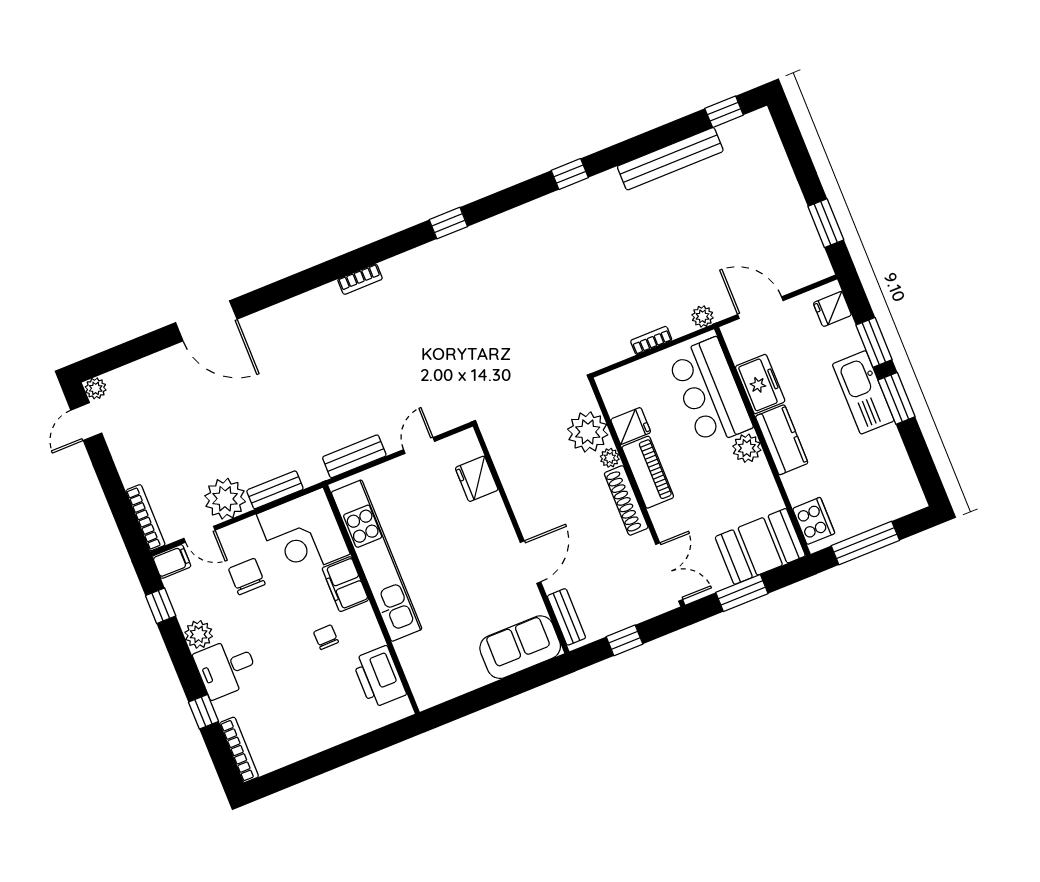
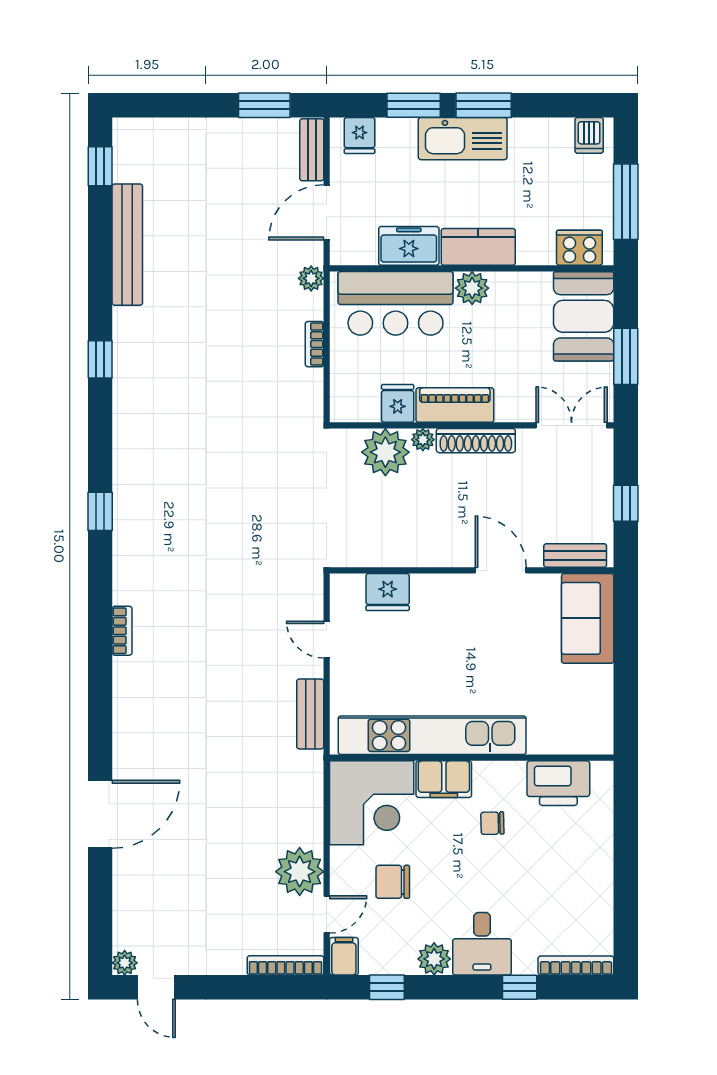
bench: (275, 490) -> (312, 150), moved
dishwasher: (907, 492) -> (589, 135), added

